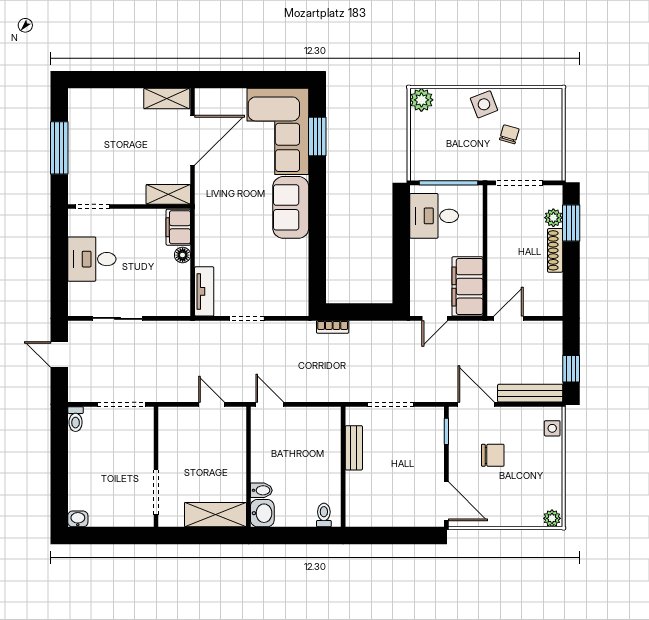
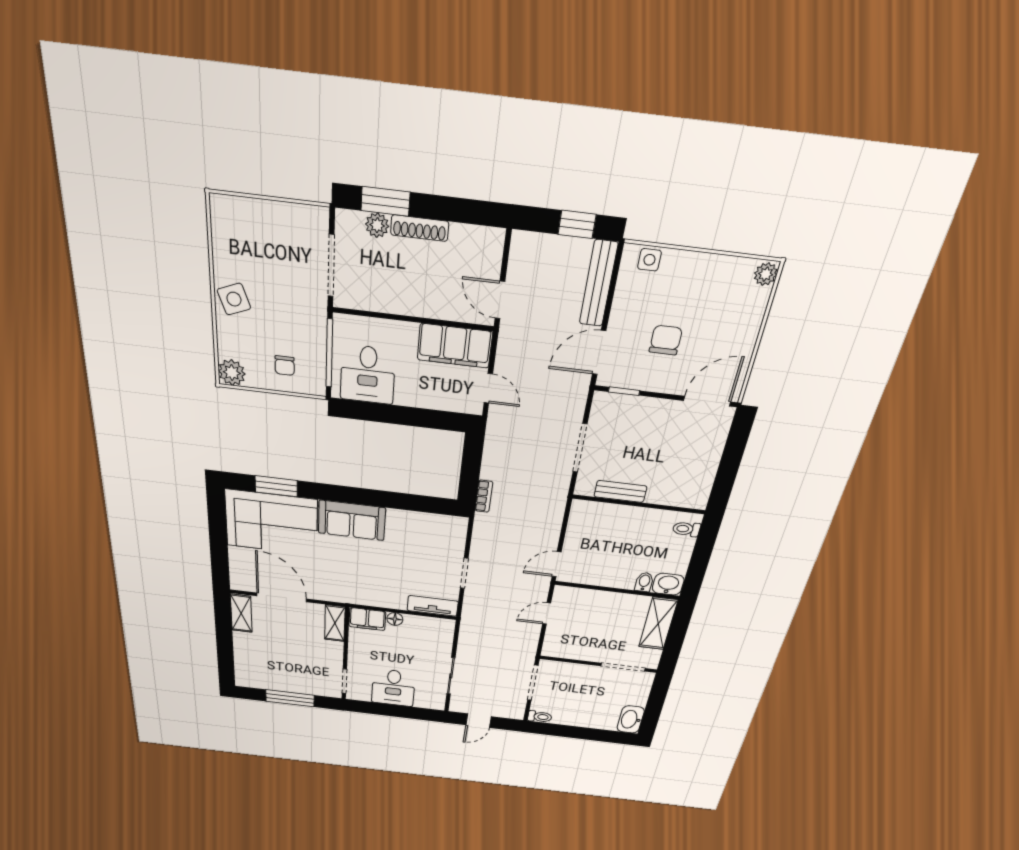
chair: (509, 134) -> (285, 366), moved, turned -106
washbasin: (78, 519) -> (631, 719), width x1.91, depth x1.45

